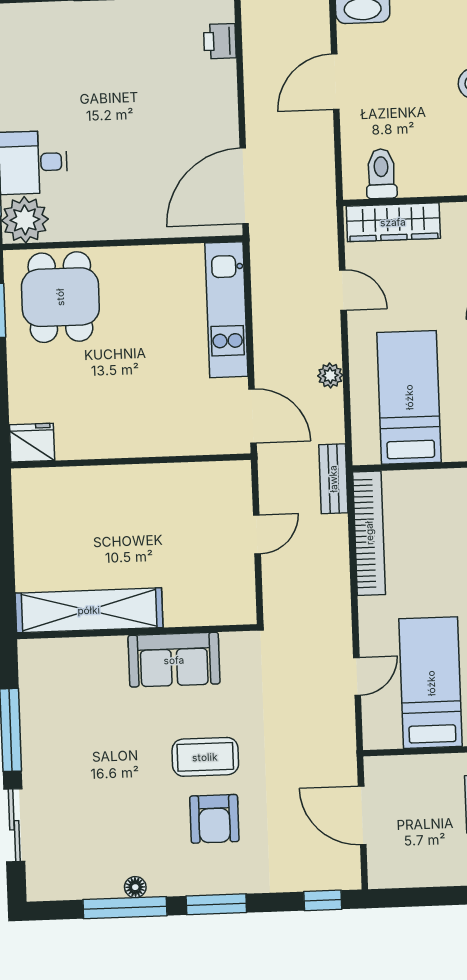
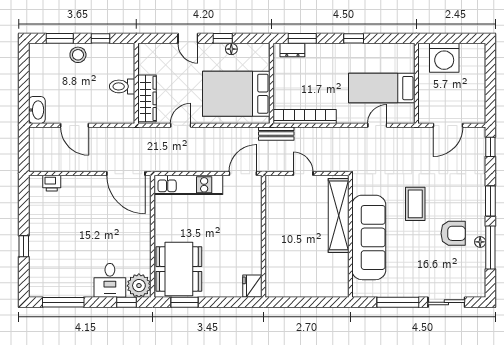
toilet: (381, 174) -> (122, 86), moved
dining table: (60, 297) -> (179, 269), width x1.38
plant: (330, 376) -> (224, 133), removed
bed: (409, 397) -> (236, 94), width x1.50
shelving: (89, 610) -> (339, 215), moved
sofa: (174, 660) -> (369, 237), width x1.85, depth x1.27
door: (357, 676) -> (377, 125), hinge flipped
armchair: (214, 819) -> (453, 233), moved

